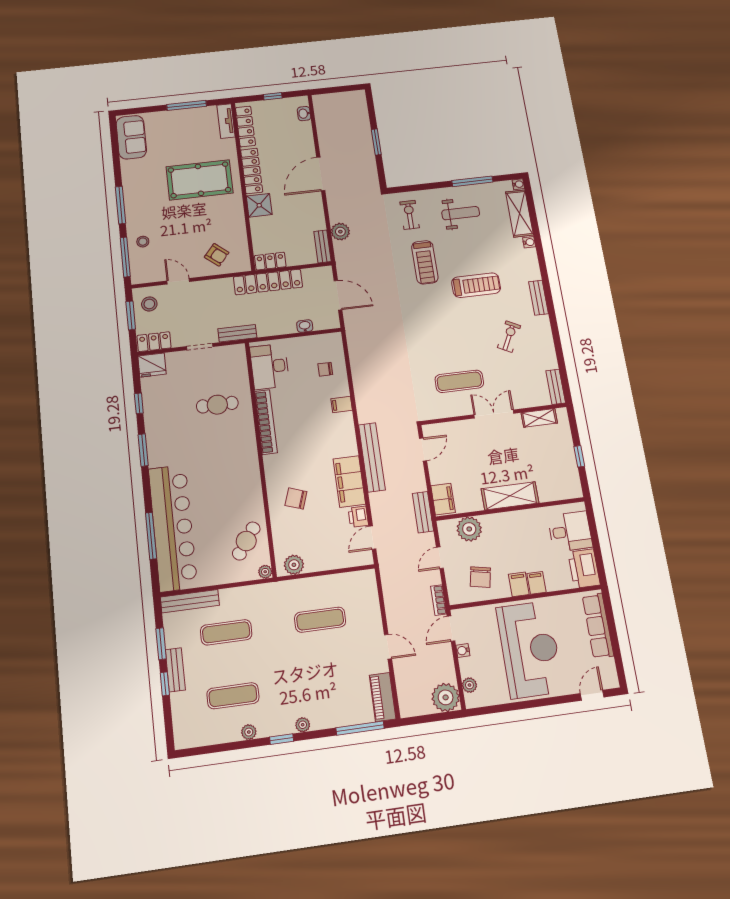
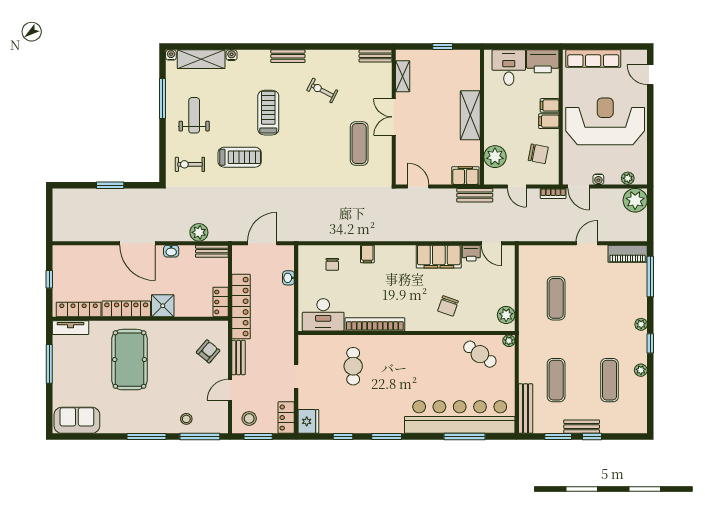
washbasin: (304, 114) -> (171, 251), moved
bench: (237, 333) -> (238, 358), moved
bench: (372, 457) -> (419, 233), removed

